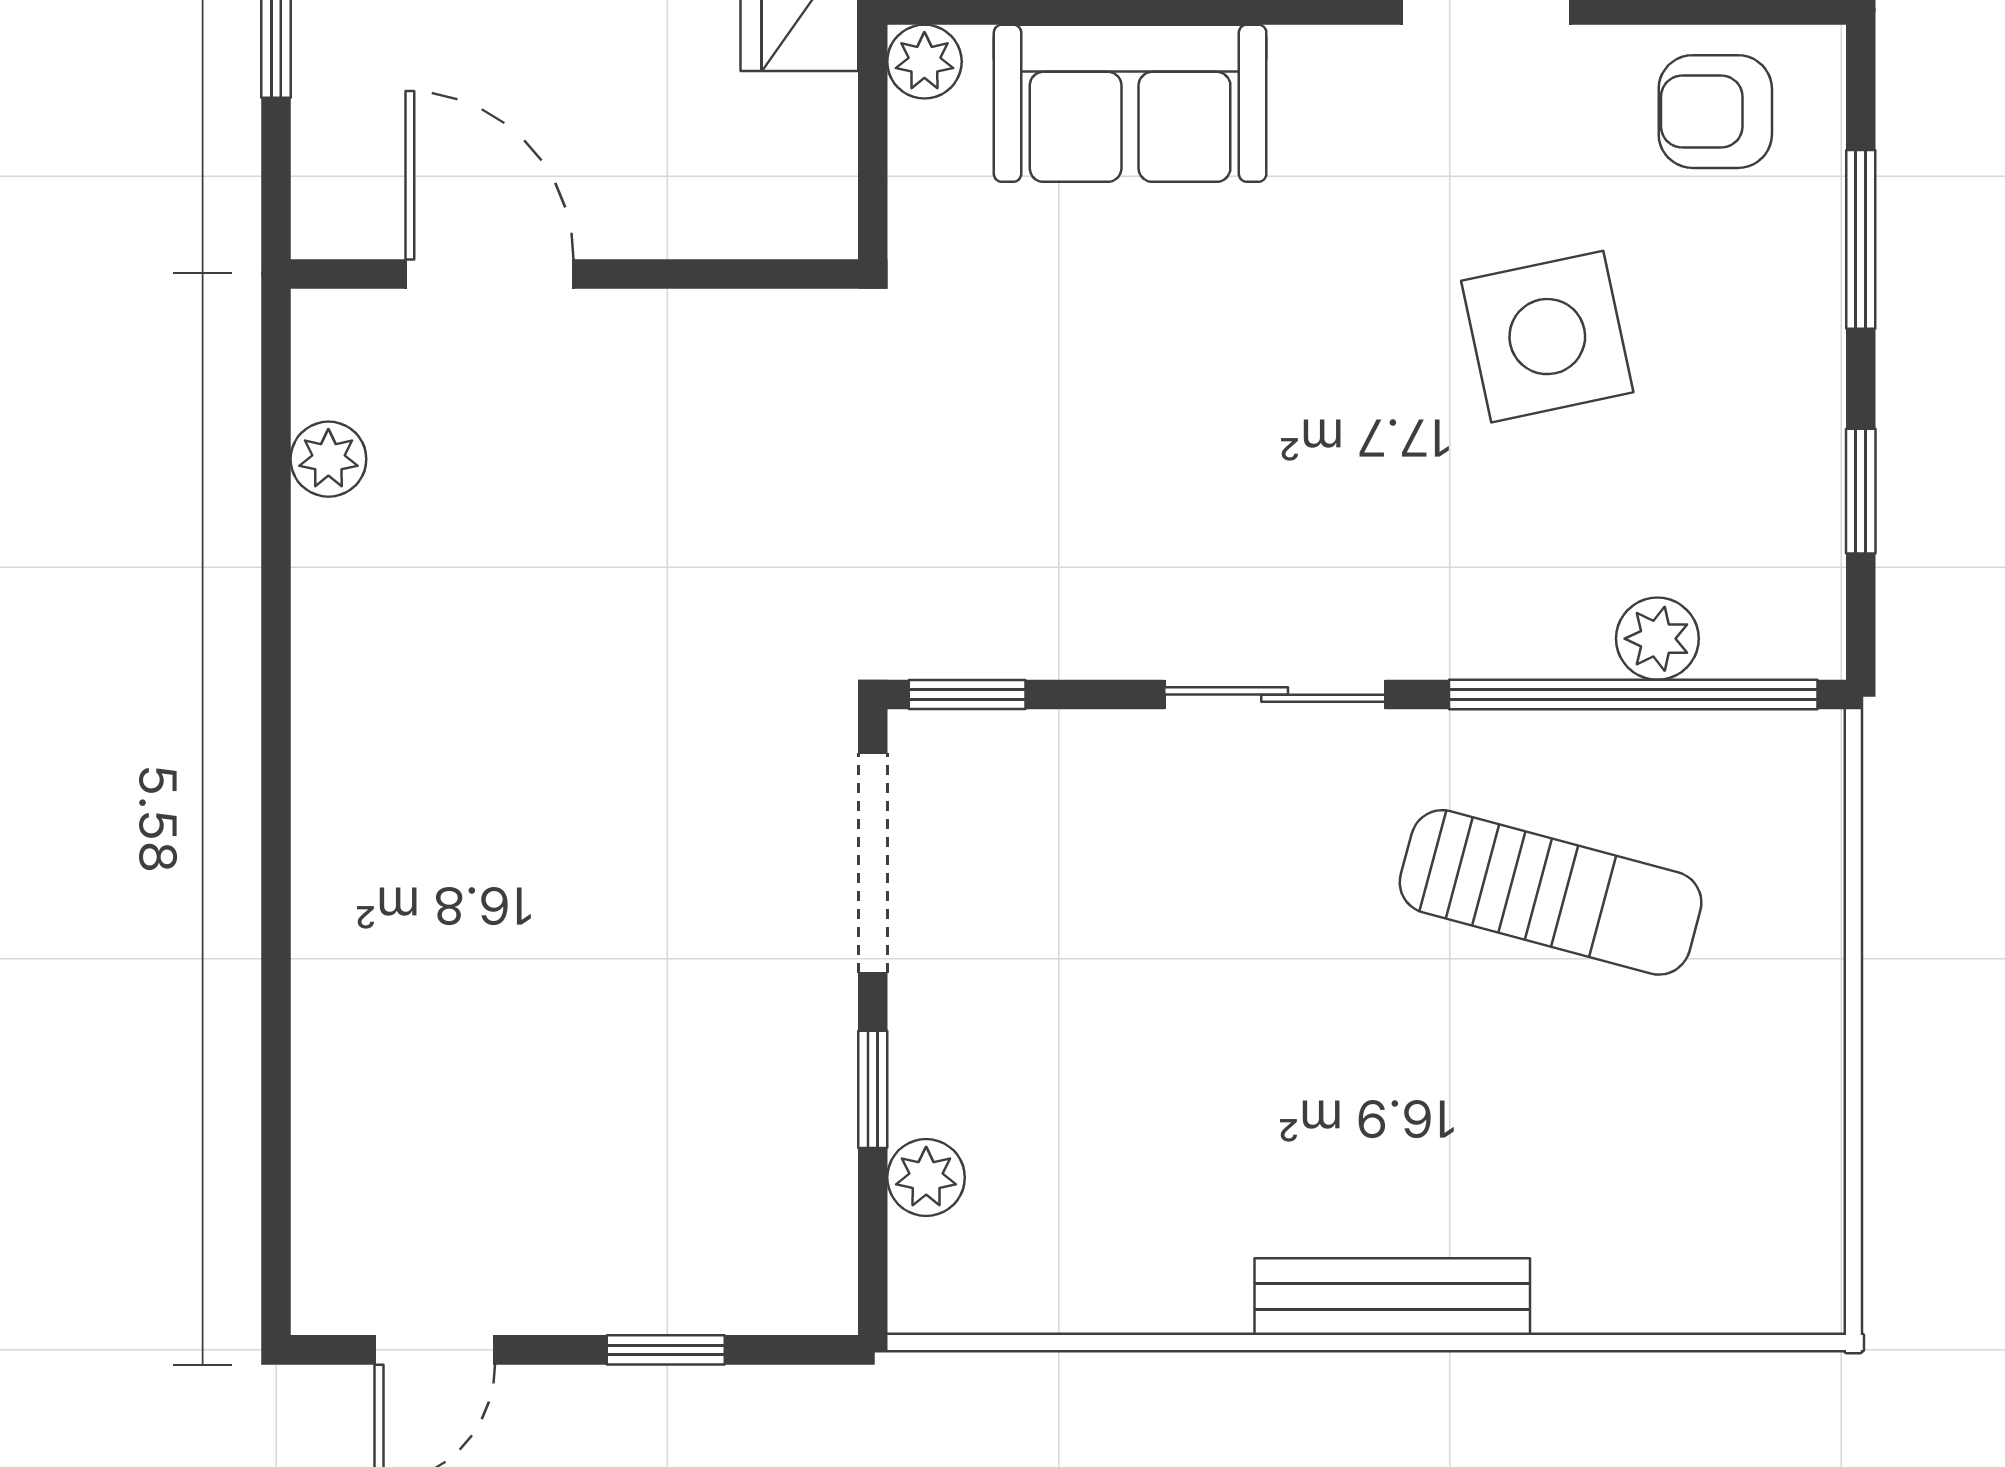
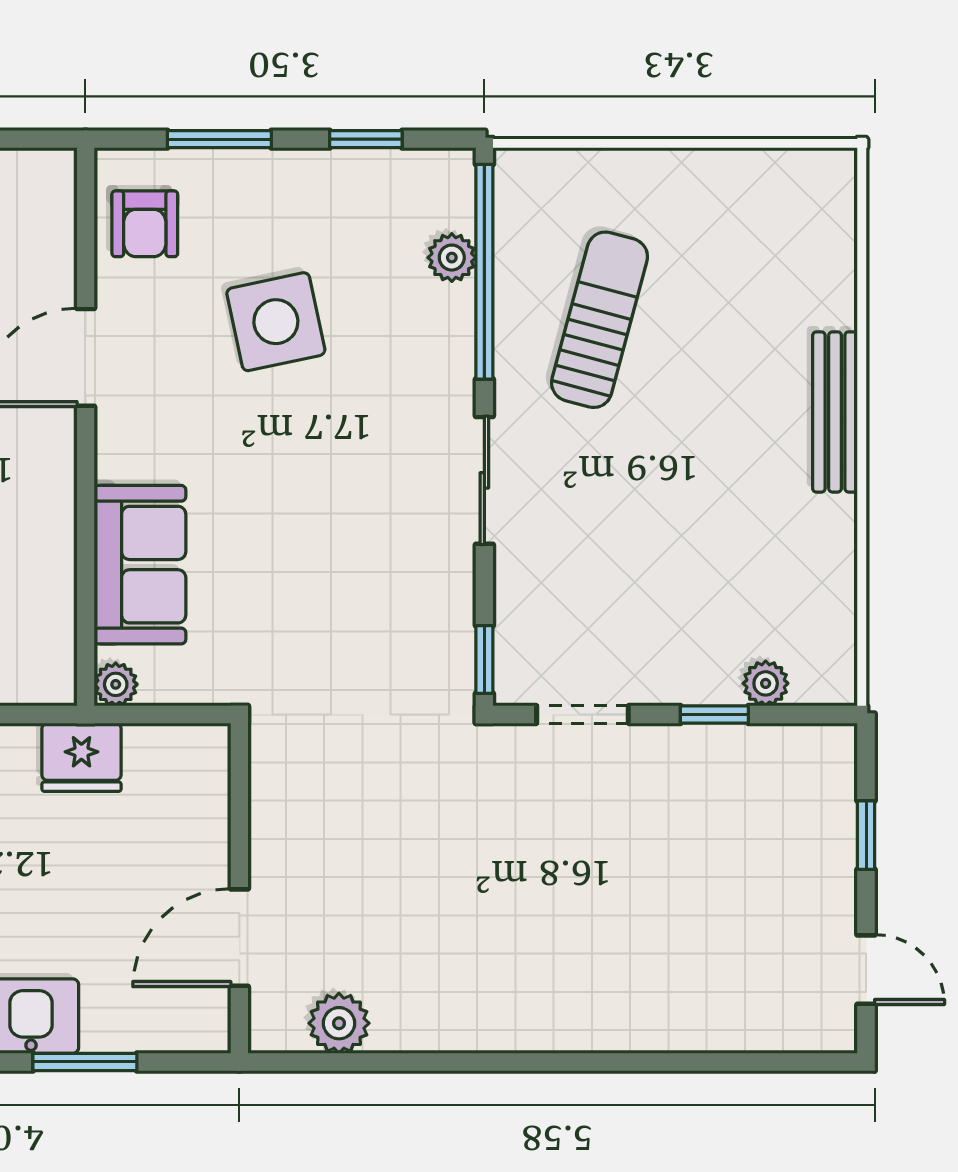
plant: (328, 459) -> (339, 1023), width x1.38, depth x1.38
doorway: (873, 863) -> (582, 714), width x0.73

